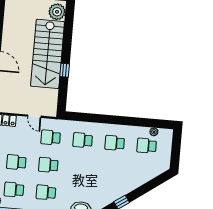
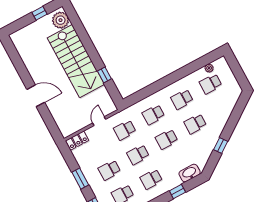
window: (65, 70) -> (104, 75), moved
door: (34, 116) -> (99, 121), swing flipped
school desk: (80, 168) -> (167, 139), added
school desk: (112, 170) -> (195, 124), added

